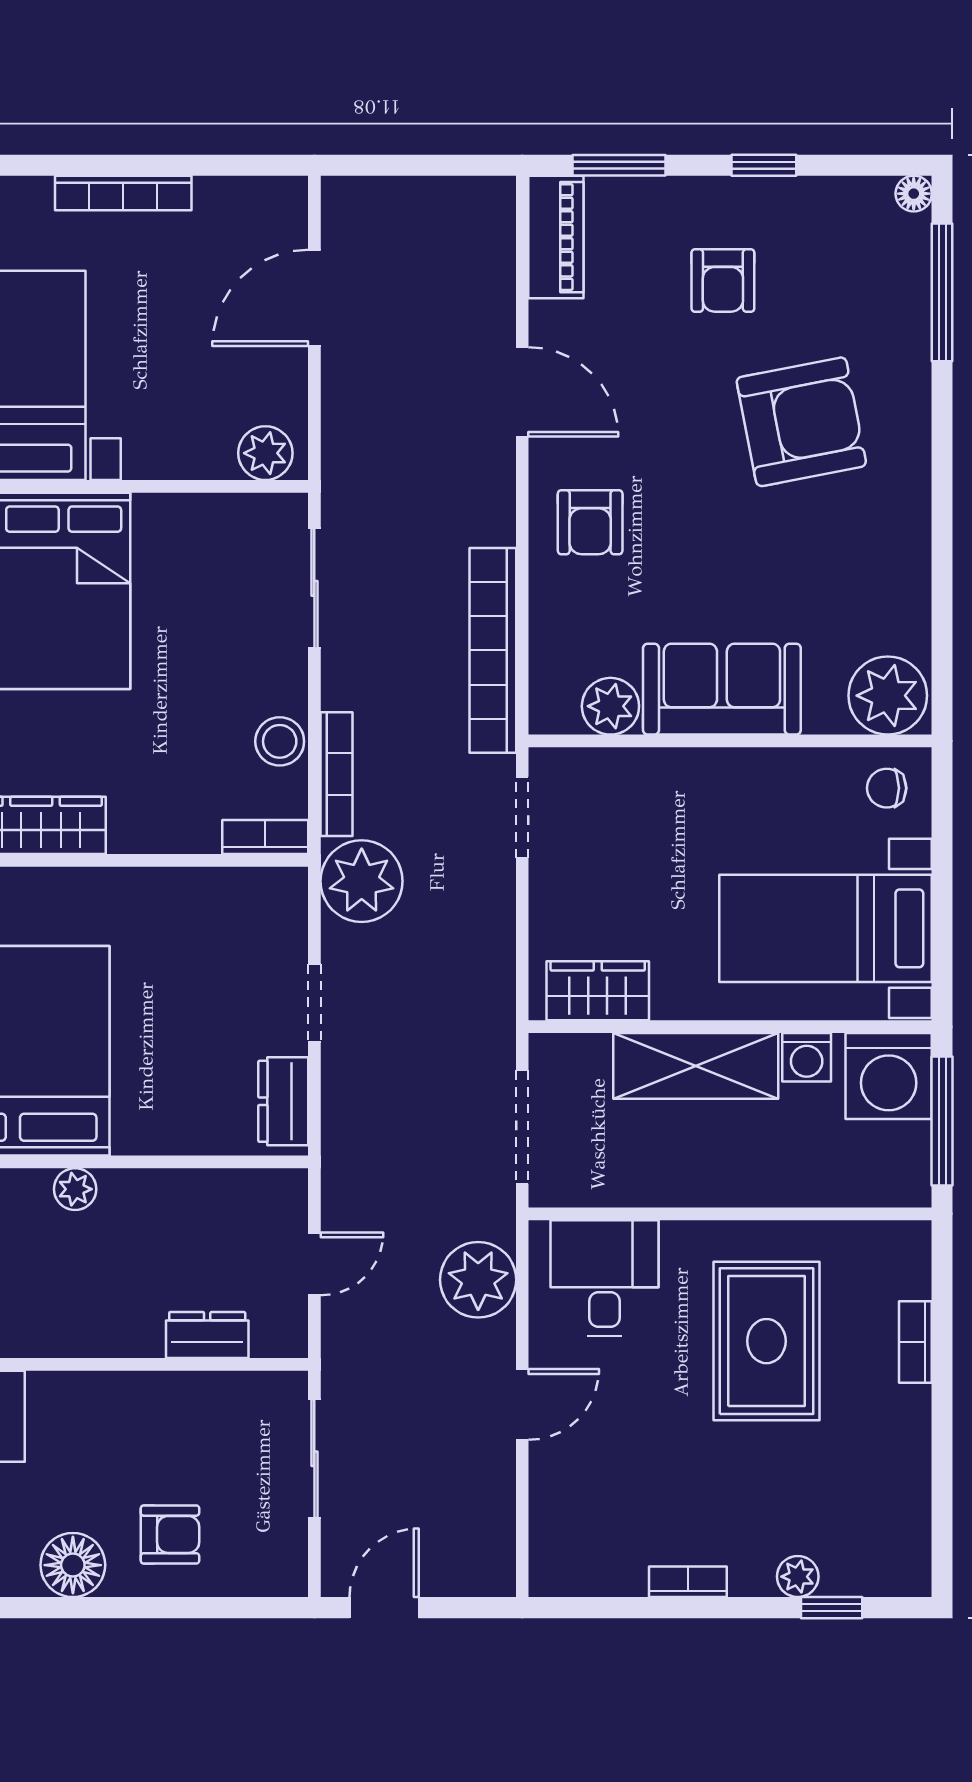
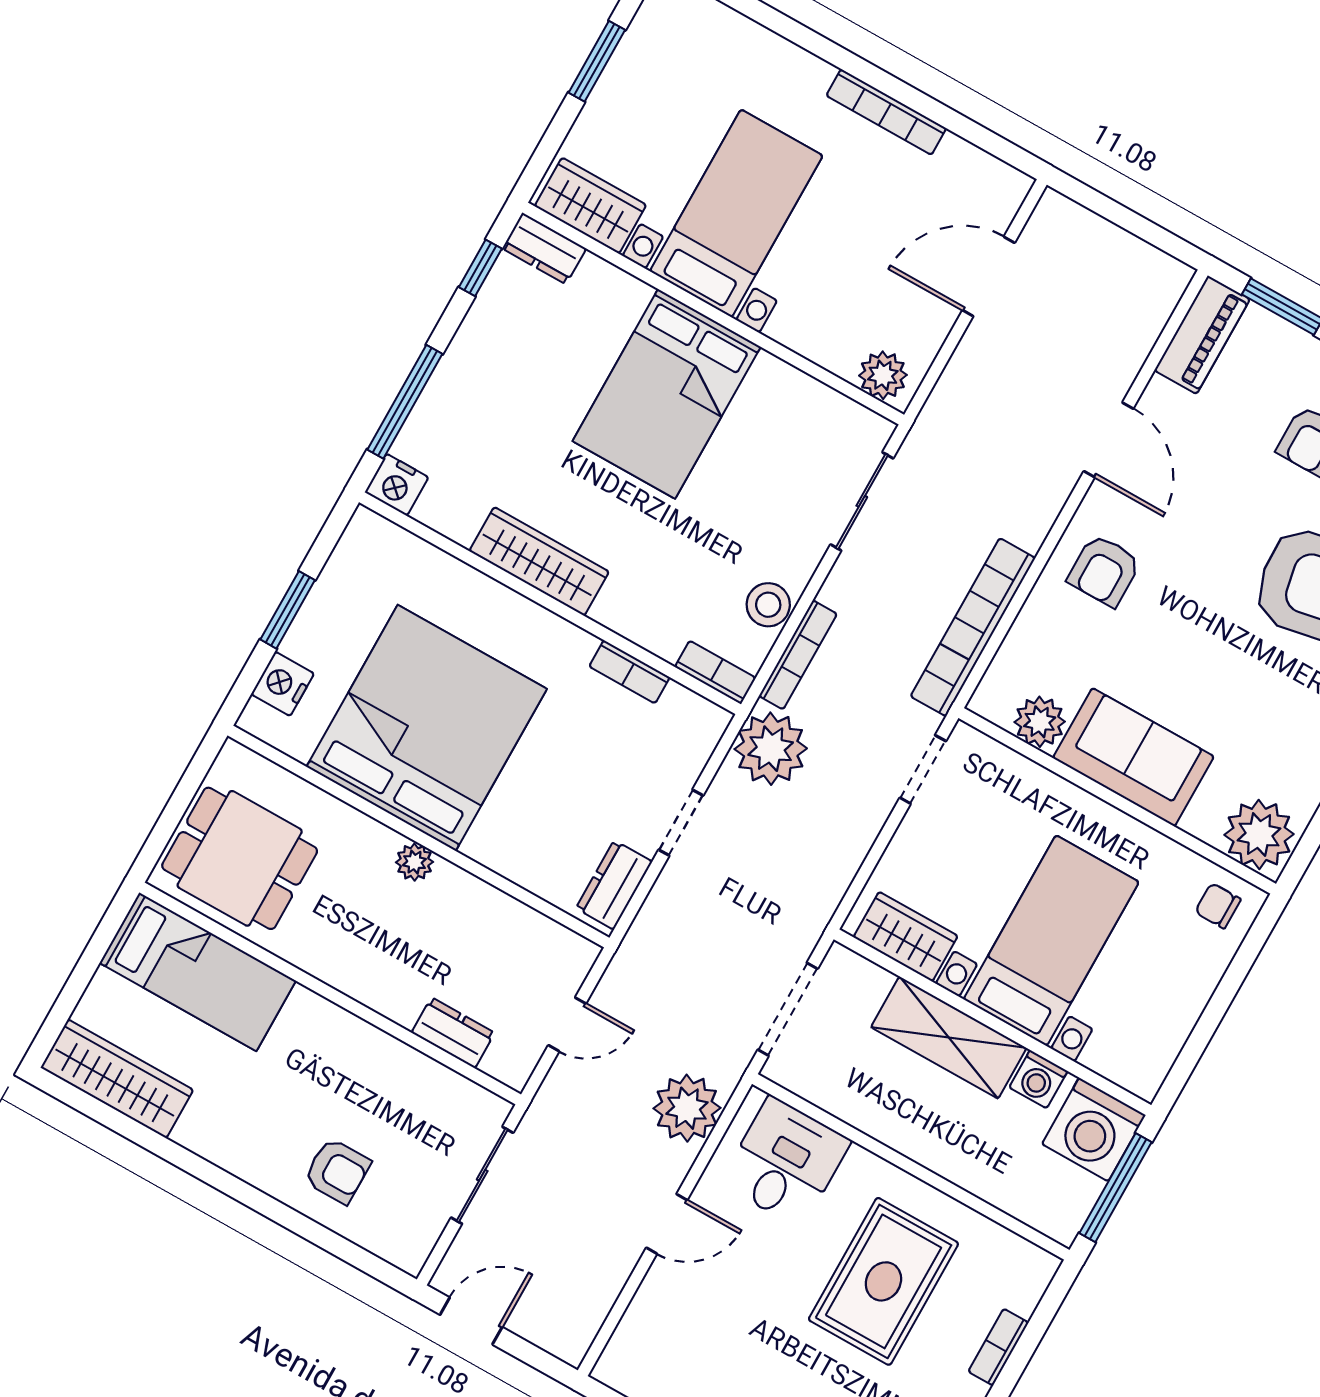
bookcase: (181, 884) -> (629, 672), added
bed with nightstands: (826, 928) -> (1051, 941), moved, turned 90
floor lamp: (73, 1565) -> (249, 1152), removed

